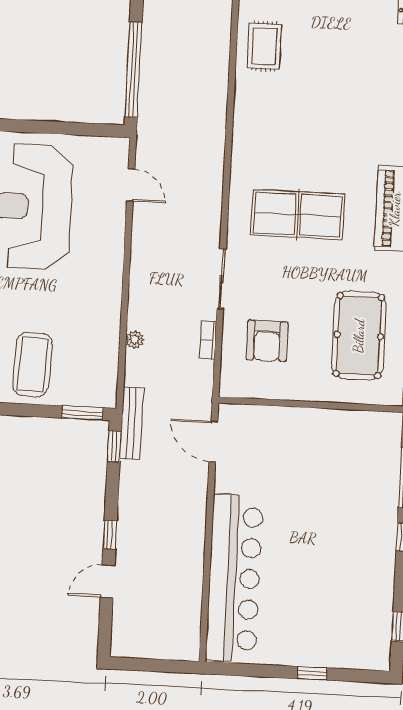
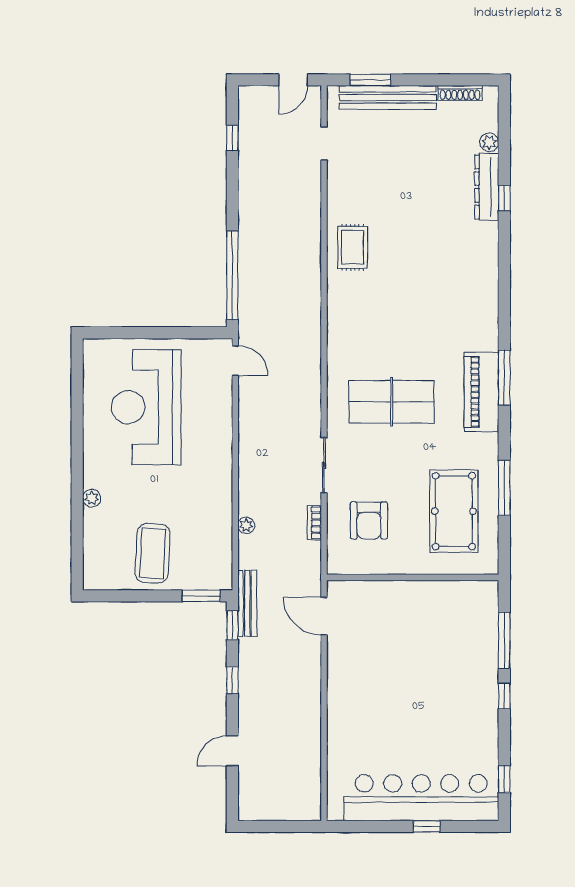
door: (131, 185) -> (235, 361), moved
window: (110, 535) -> (232, 680), moved
bar counter: (234, 578) -> (421, 798), moved, turned -90

